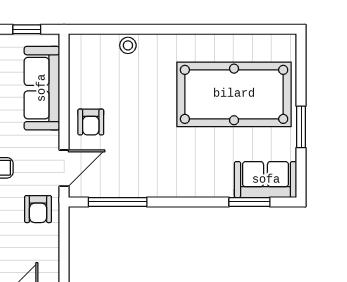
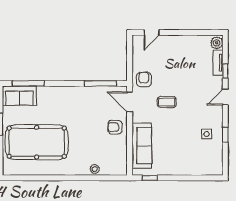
armchair: (91, 122) -> (115, 127), turned -90
door: (64, 168) -> (130, 102), hinge flipped
window: (249, 202) -> (28, 83), width x1.44

